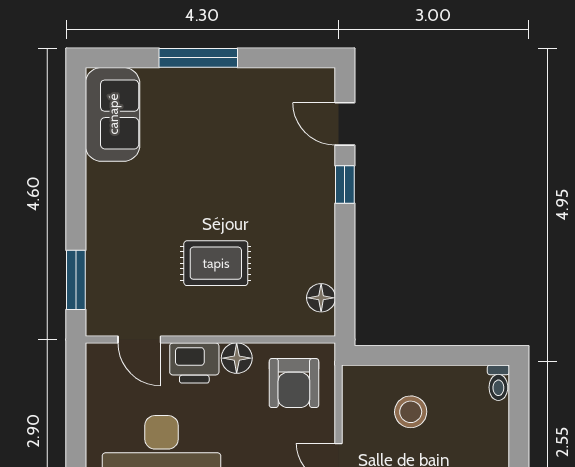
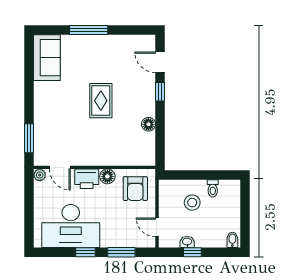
rug: (216, 263) -> (101, 101), moved, turned 90
floor lamp: (321, 298) -> (148, 124), moved
plant: (98, 355) -> (40, 175), added
toilet: (498, 383) -> (213, 188), moved

